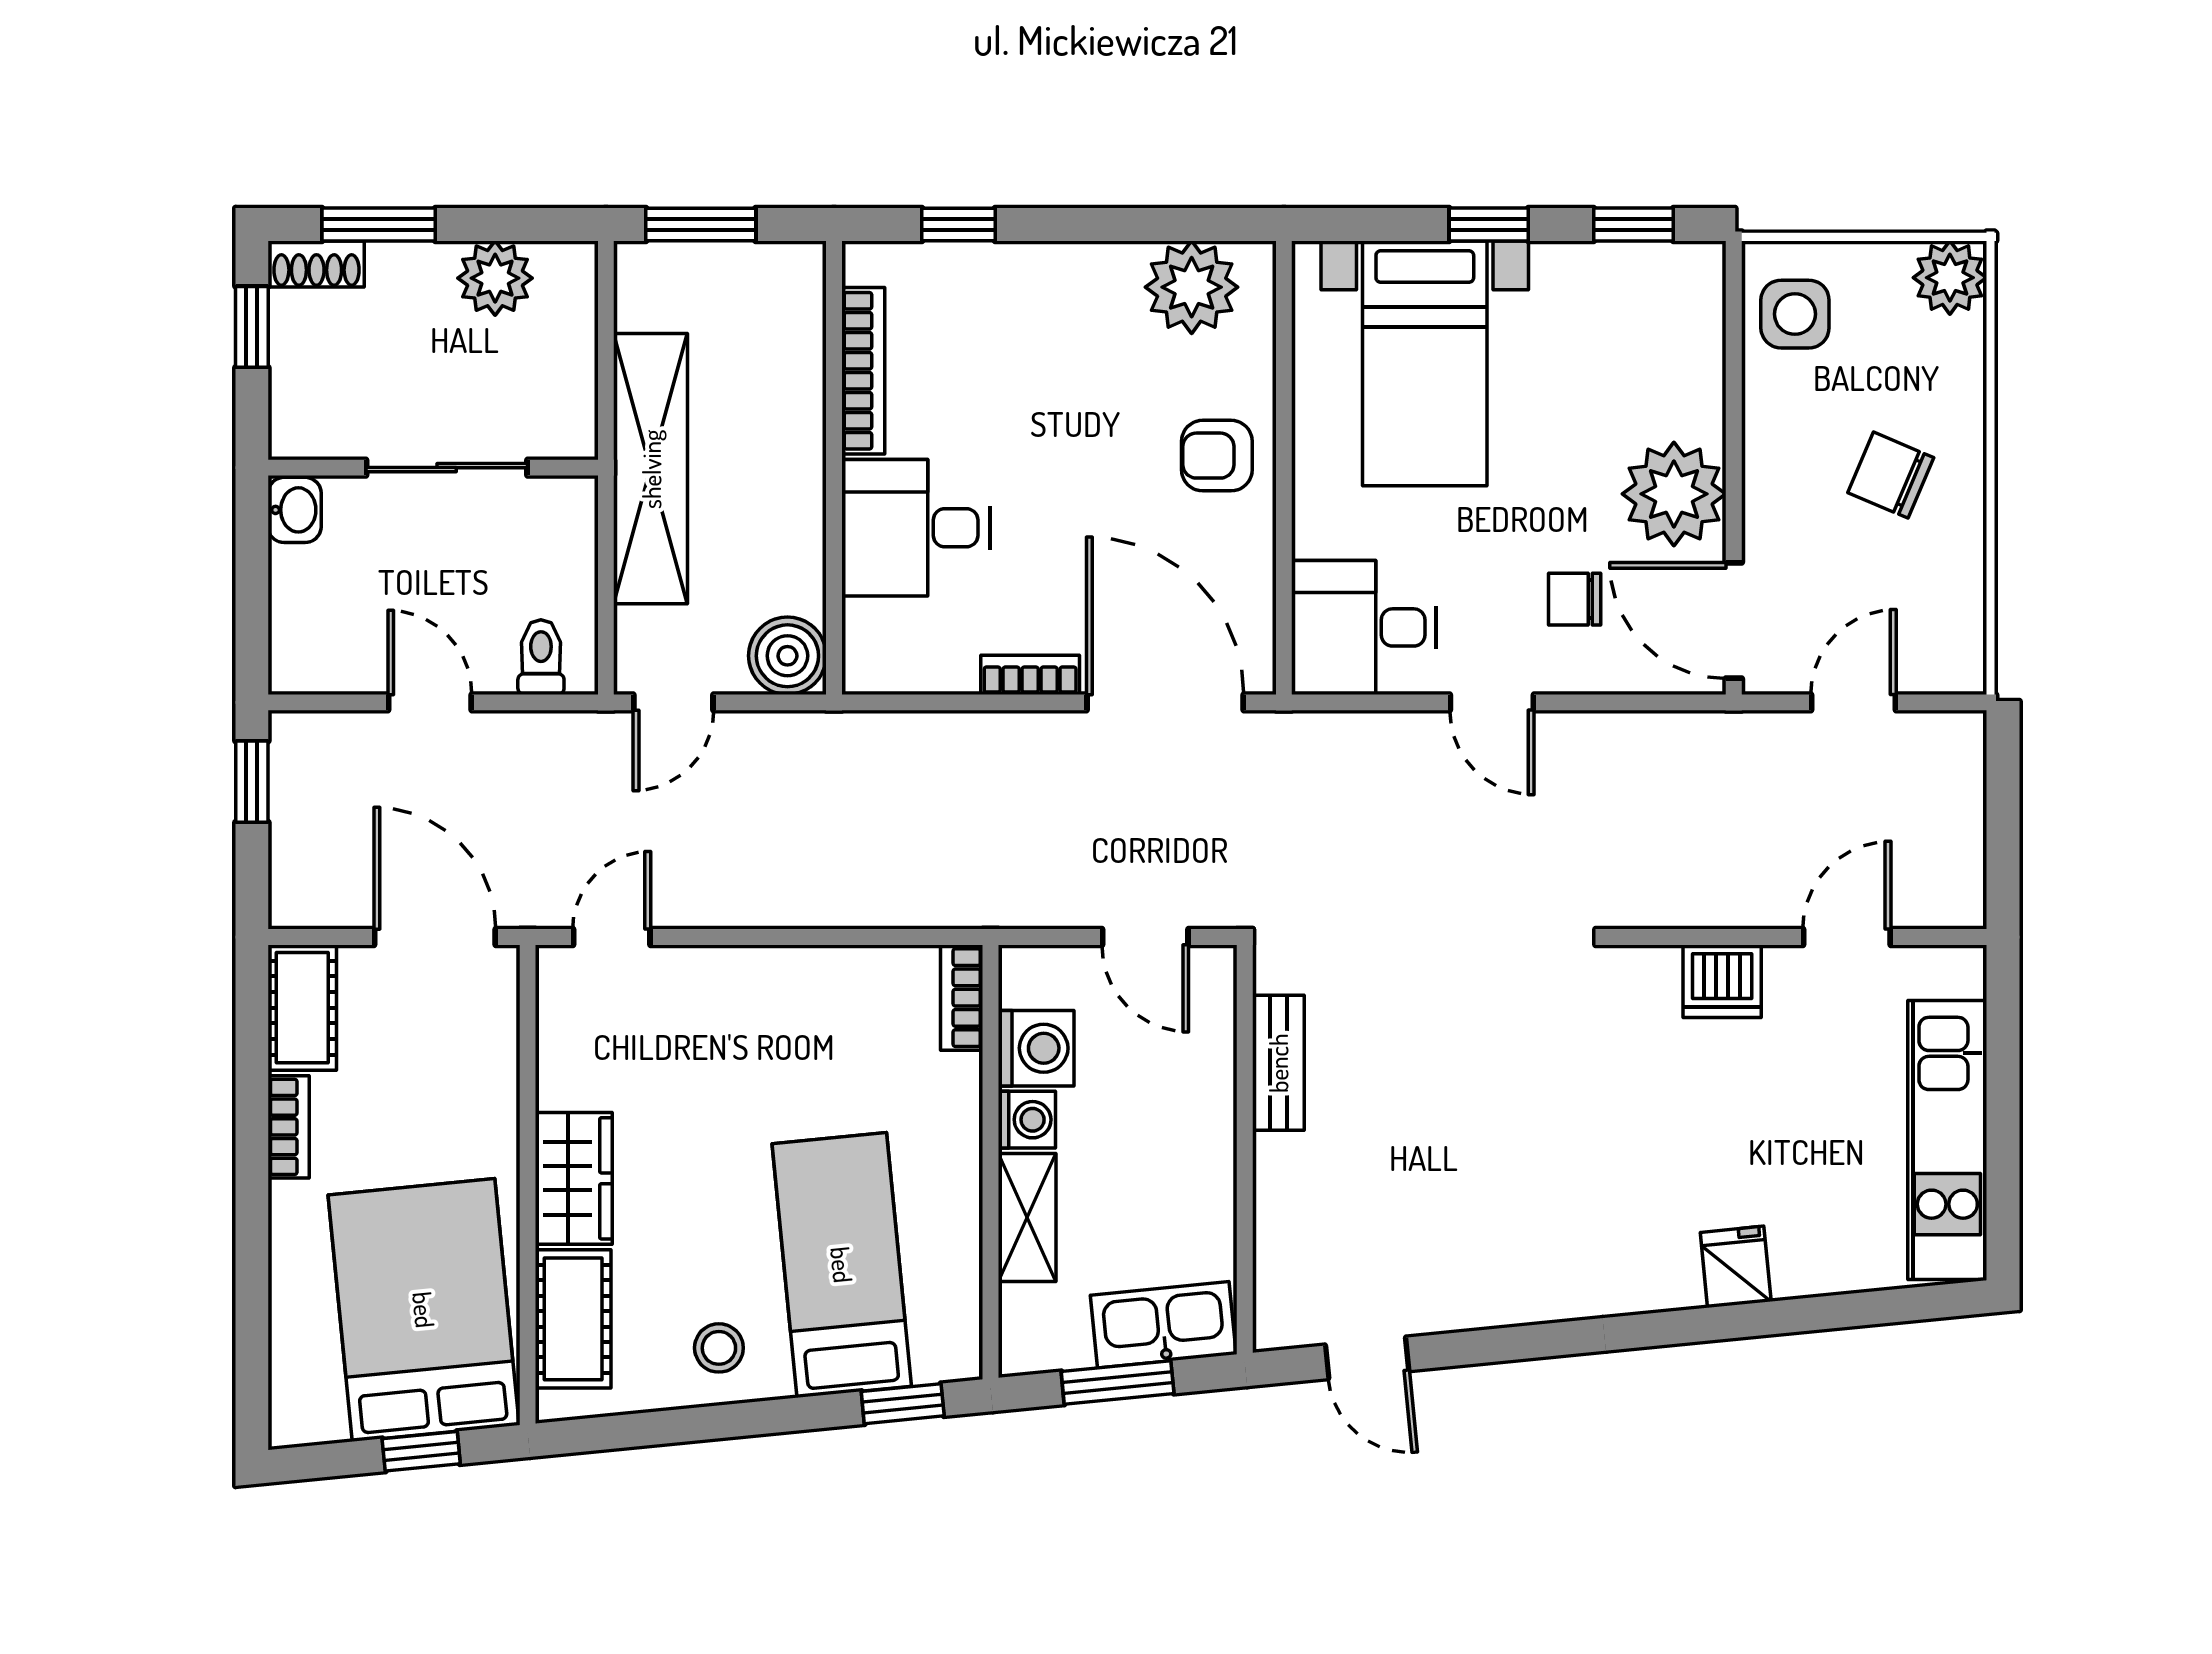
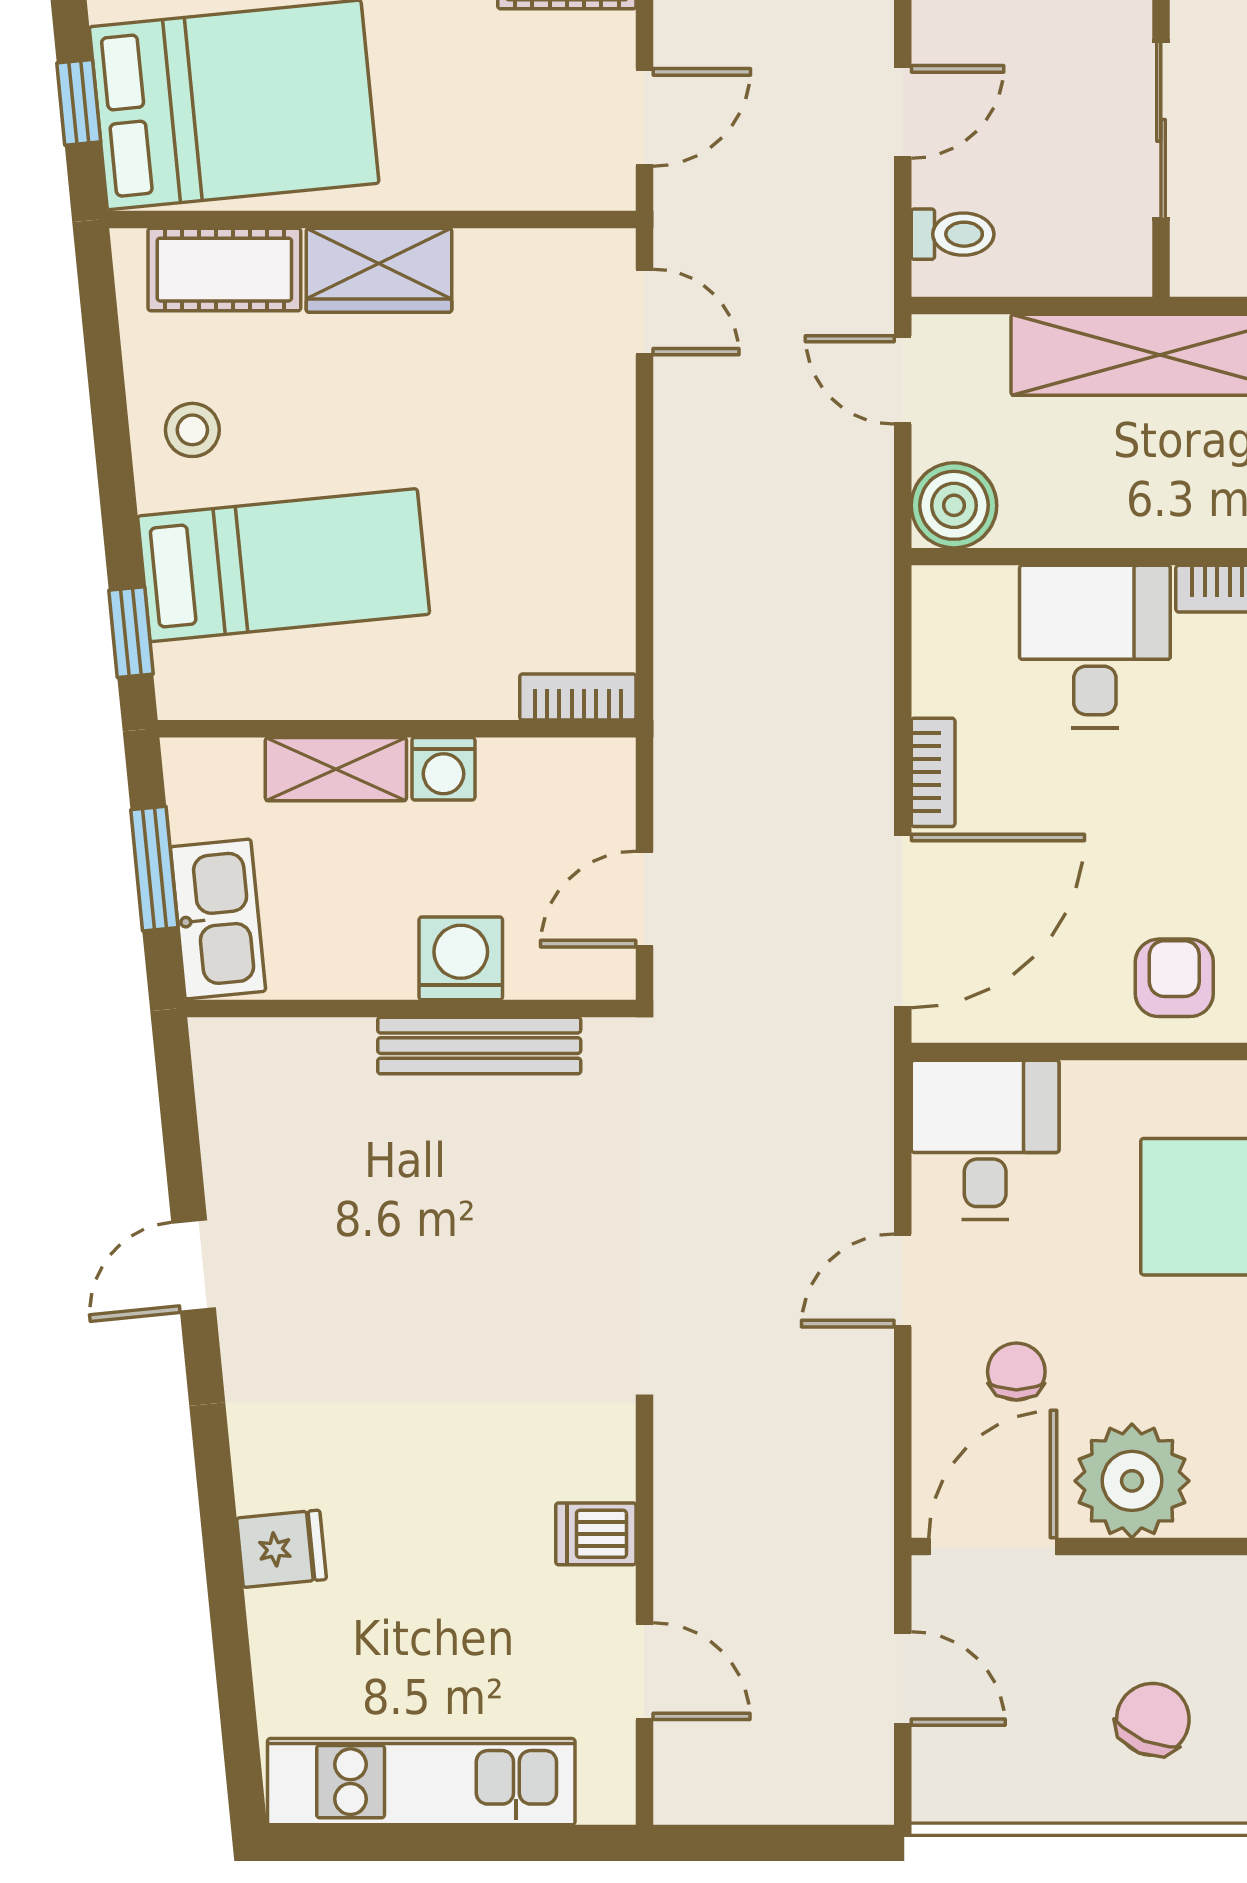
door: (435, 937) -> (644, 117), width x0.73
dishwasher: (1722, 981) -> (596, 1534), width x0.73
washing machine: (1036, 1048) -> (461, 958), moved, turned 180
bench: (1278, 1063) -> (479, 1046), width x1.36
door: (1367, 1358) -> (194, 1266), moved

